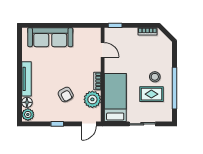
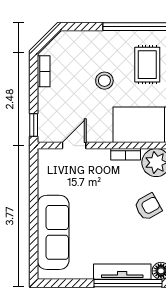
stool: (155, 77) -> (104, 81), moved
window: (20, 82) -> (128, 283), added

